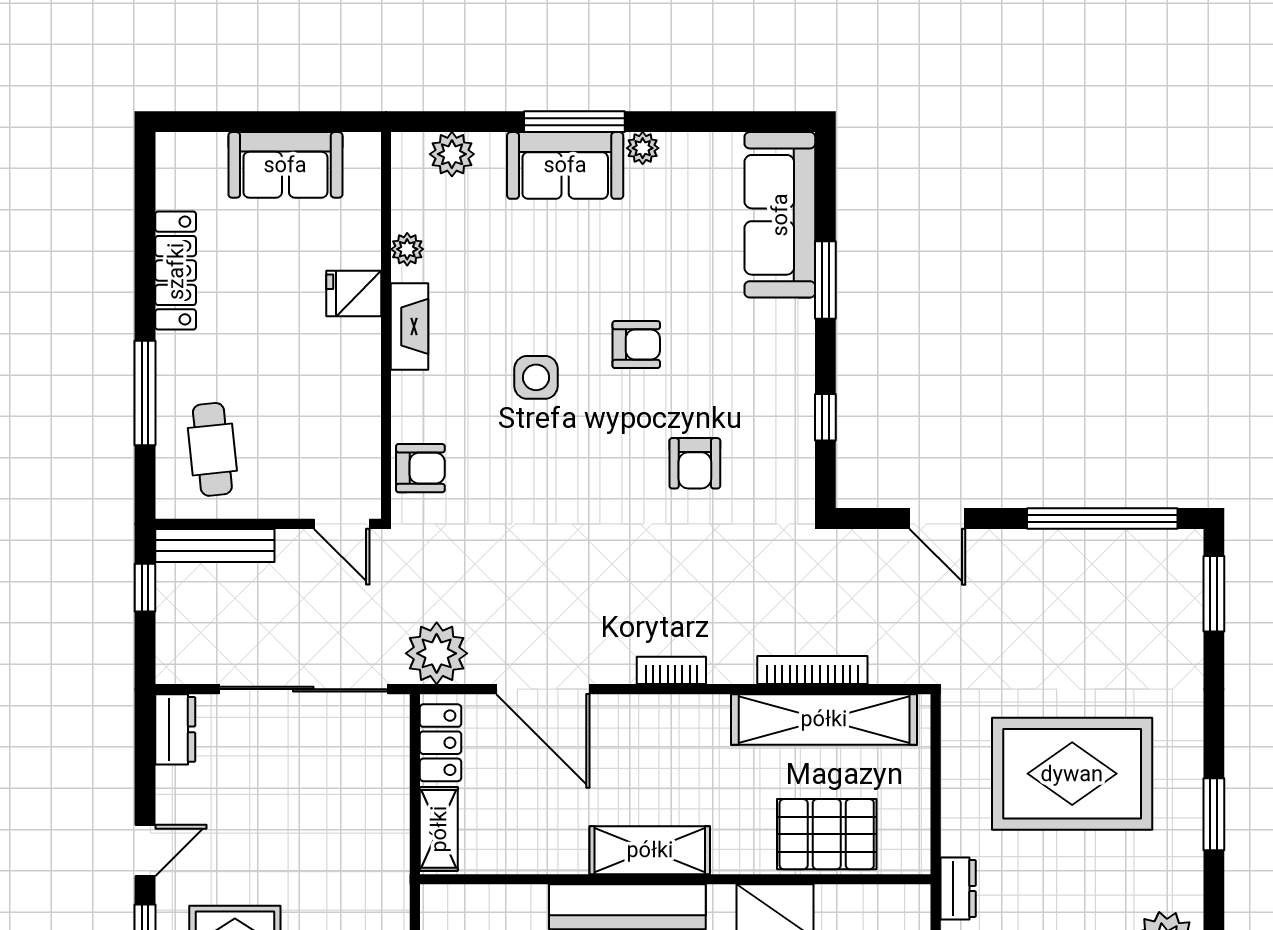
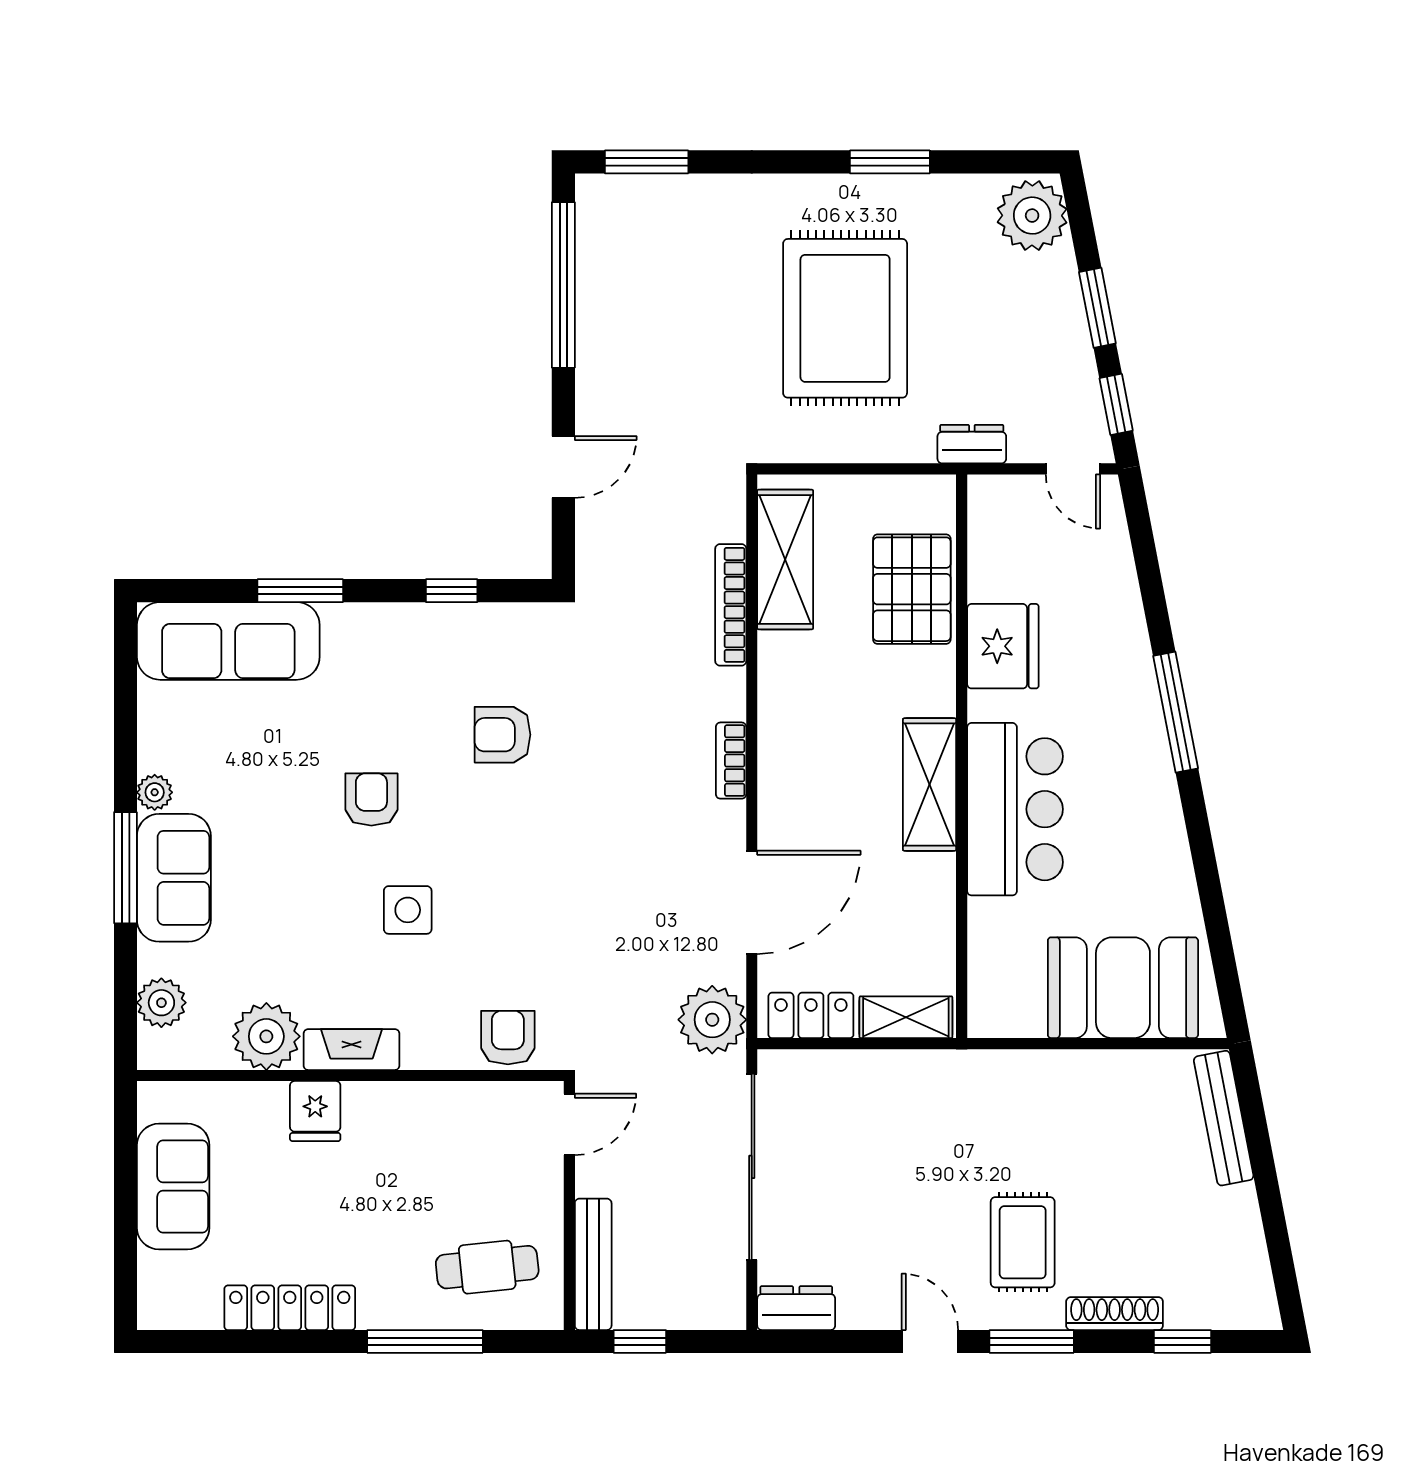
plant: (407, 249) -> (266, 1036), width x1.88, depth x1.88
armchair: (695, 463) -> (503, 735), turned 180
shelving: (824, 719) -> (785, 559), width x0.68

